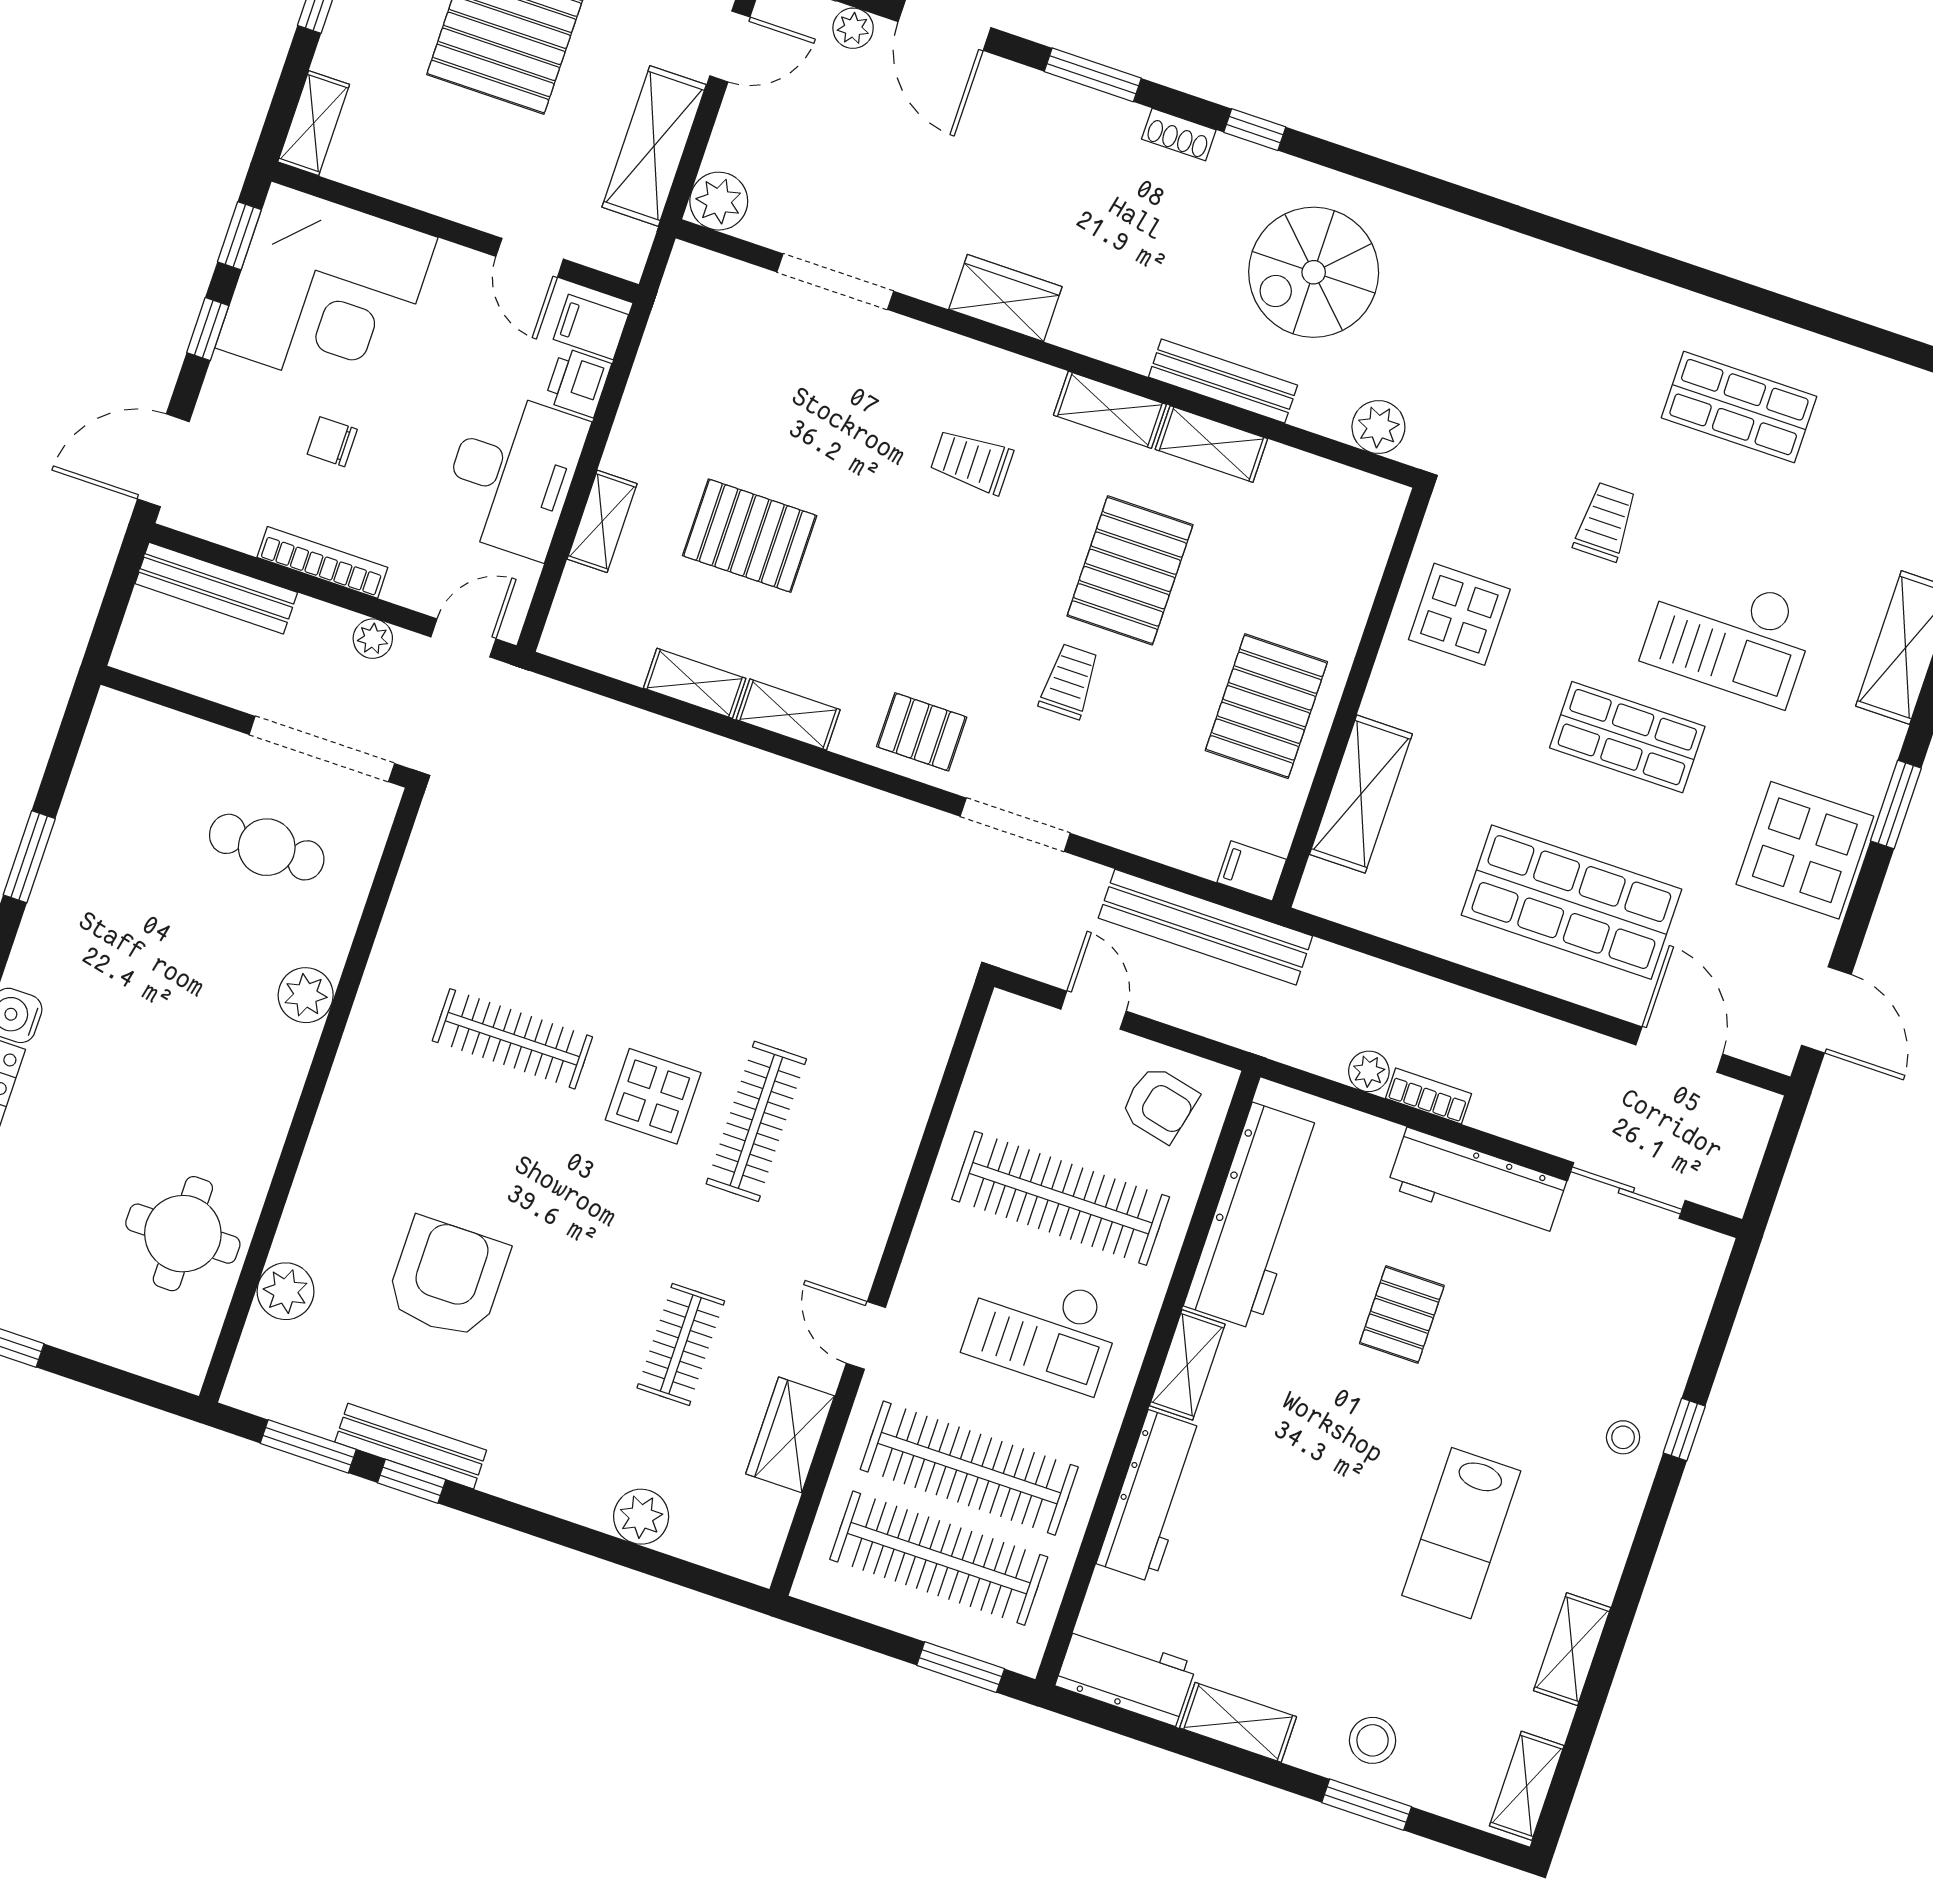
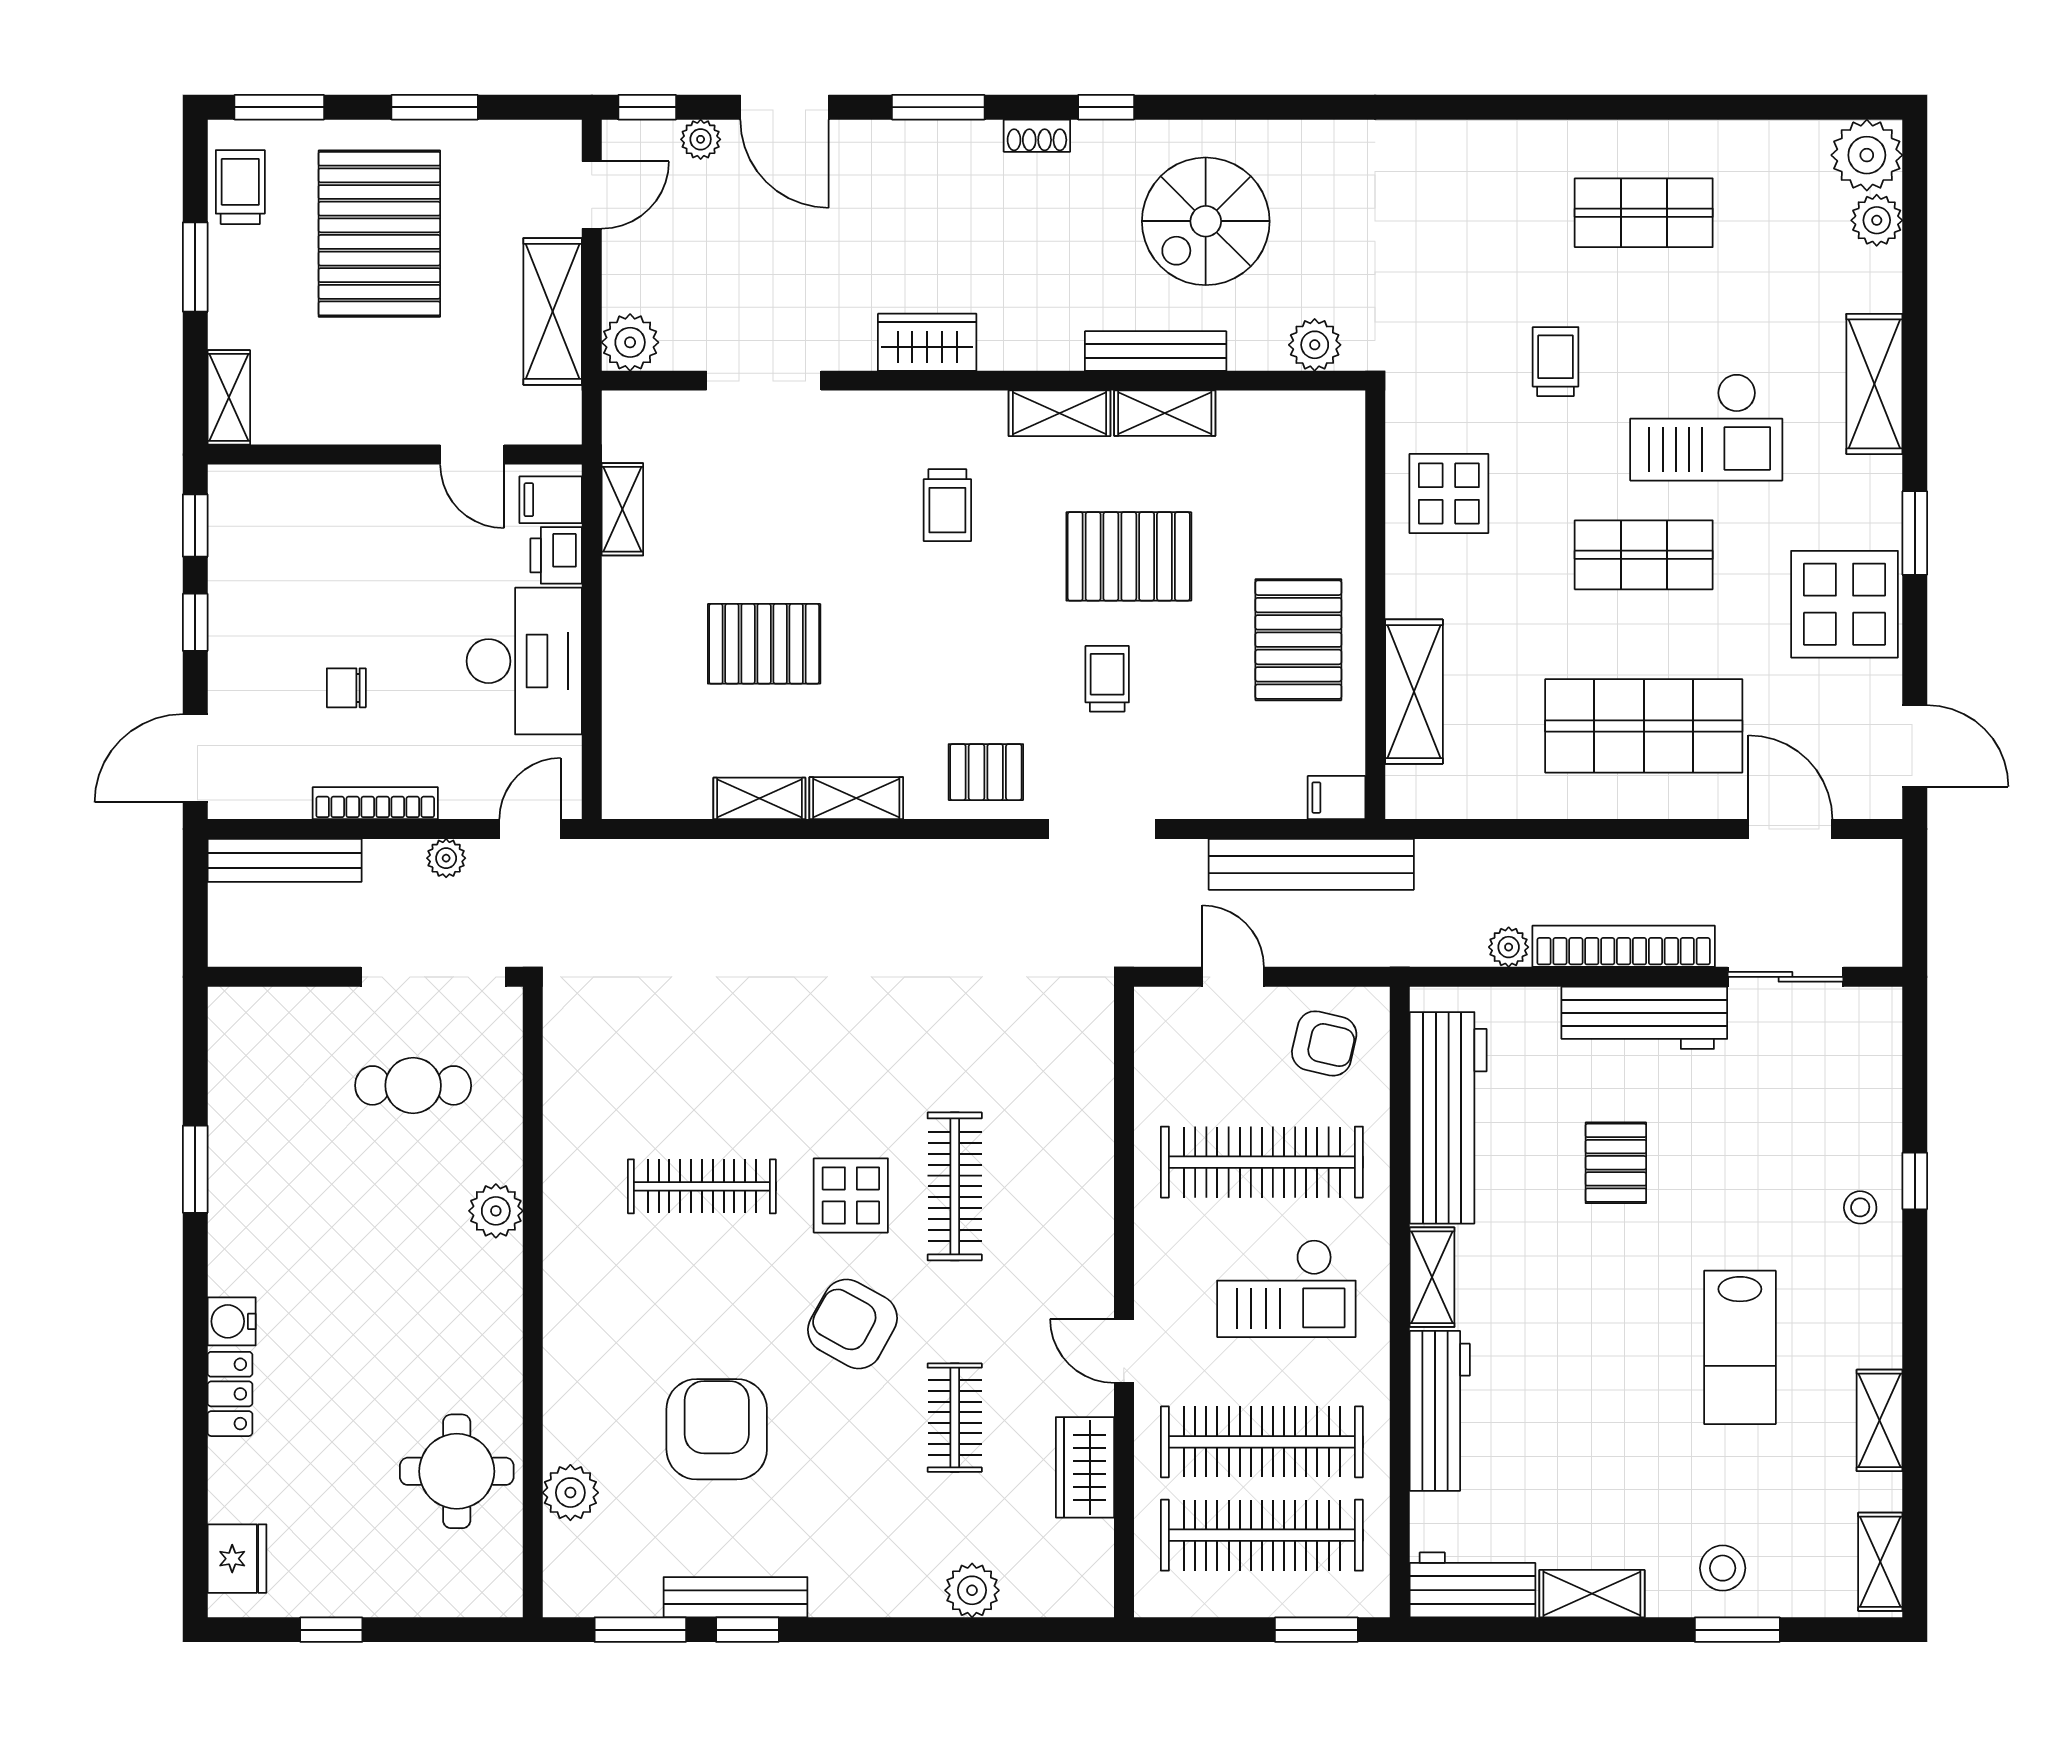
corner desk: (326, 293) -> (294, 551), removed
trolley: (972, 462) -> (947, 505), turned -90
shelving: (602, 521) -> (622, 509), moved
pallet: (1130, 570) -> (1129, 556), turned 90
bookcase: (1429, 1096) -> (1624, 946), width x2.31, depth x1.31
armchair: (613, 1221) -> (853, 1324), added

